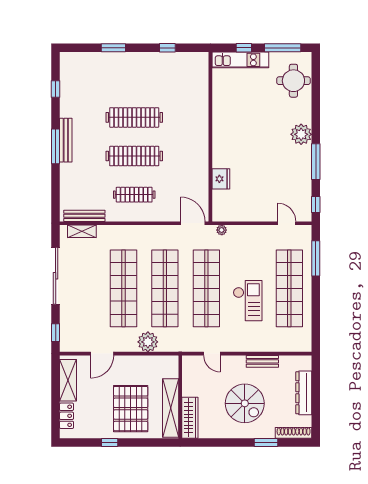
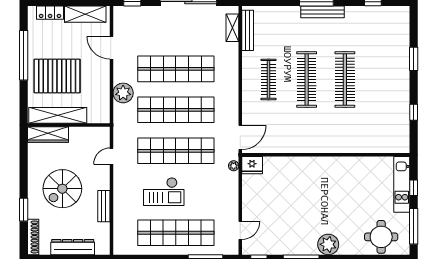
fridge: (221, 179) -> (252, 165), moved
window: (110, 443) -> (24, 55), width x3.17

